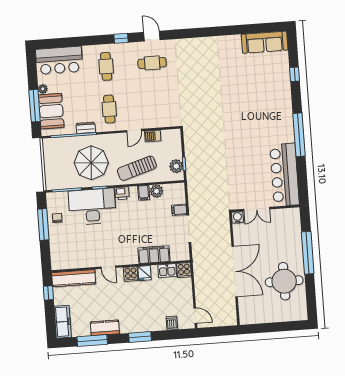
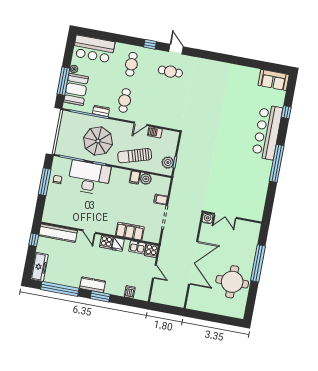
sofa: (265, 42) -> (274, 80), width x0.73
bar counter: (284, 175) -> (267, 132), moved
printer: (122, 193) -> (117, 173), removed
door: (195, 316) -> (154, 272), moved
kitchen counter: (105, 328) -> (93, 285), moved
window: (92, 340) -> (60, 289), width x1.46

